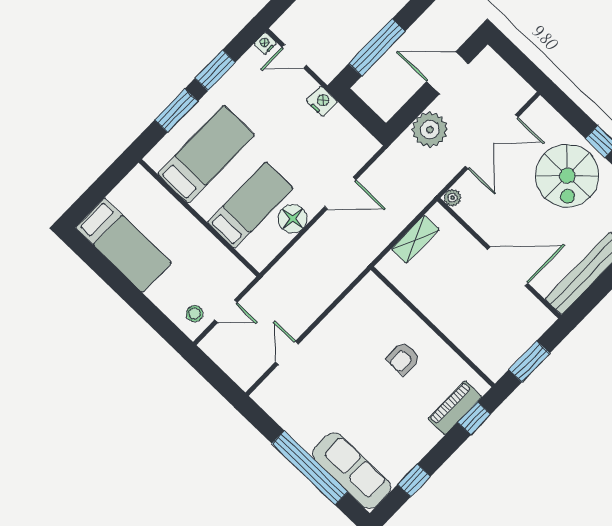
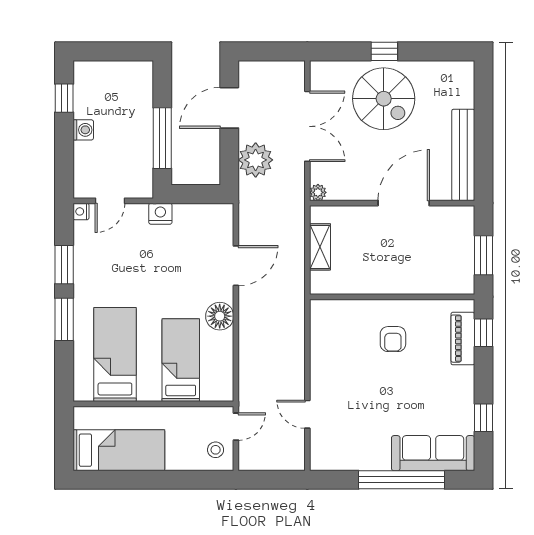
bed: (206, 154) -> (115, 355), moved
bed: (250, 205) -> (181, 360), moved
wall: (199, 218) -> (153, 404), moved

